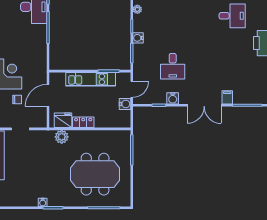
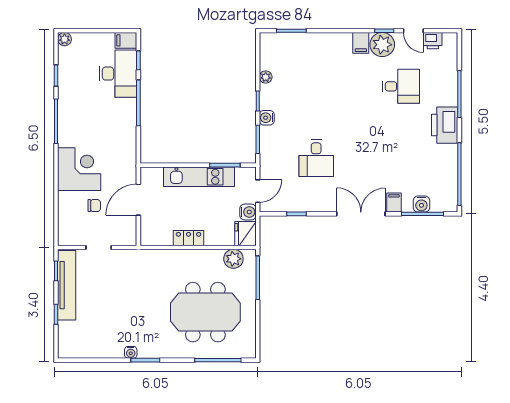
water cooler: (173, 98) -> (421, 204), moved
double door: (204, 105) -> (361, 214), swing flipped
fridge: (63, 120) -> (245, 234), moved, turned -90
plant: (62, 137) -> (233, 259), moved

